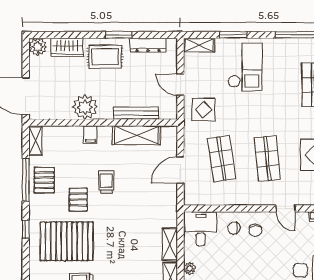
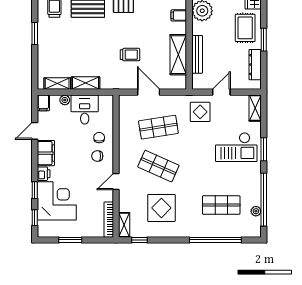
window: (233, 35) -> (264, 149), moved
shop shelf: (267, 159) -> (158, 166), turned 30
trolley: (106, 182) -> (130, 55), moved
desk: (201, 229) -> (85, 109), moved, turned -90

